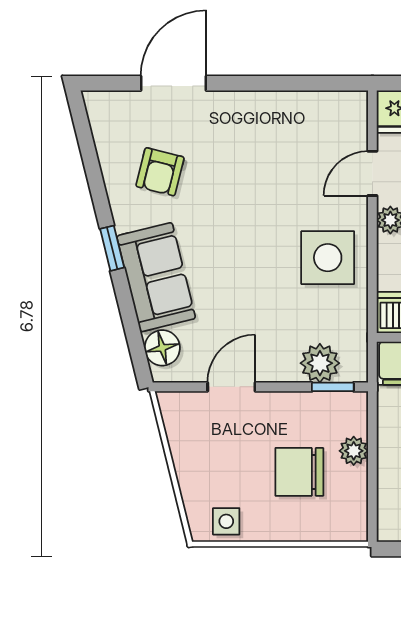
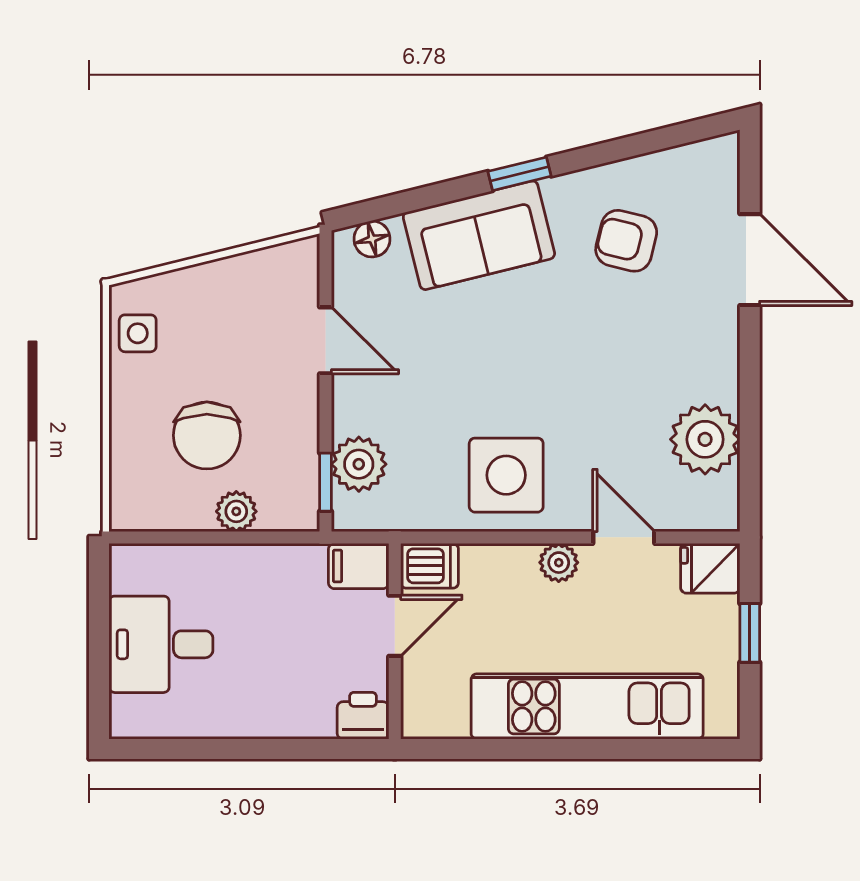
plant: (302, 115) -> (705, 439), added
floor lamp: (162, 348) -> (372, 239), width x0.73, depth x0.73
chair: (299, 472) -> (207, 435), turned 180

